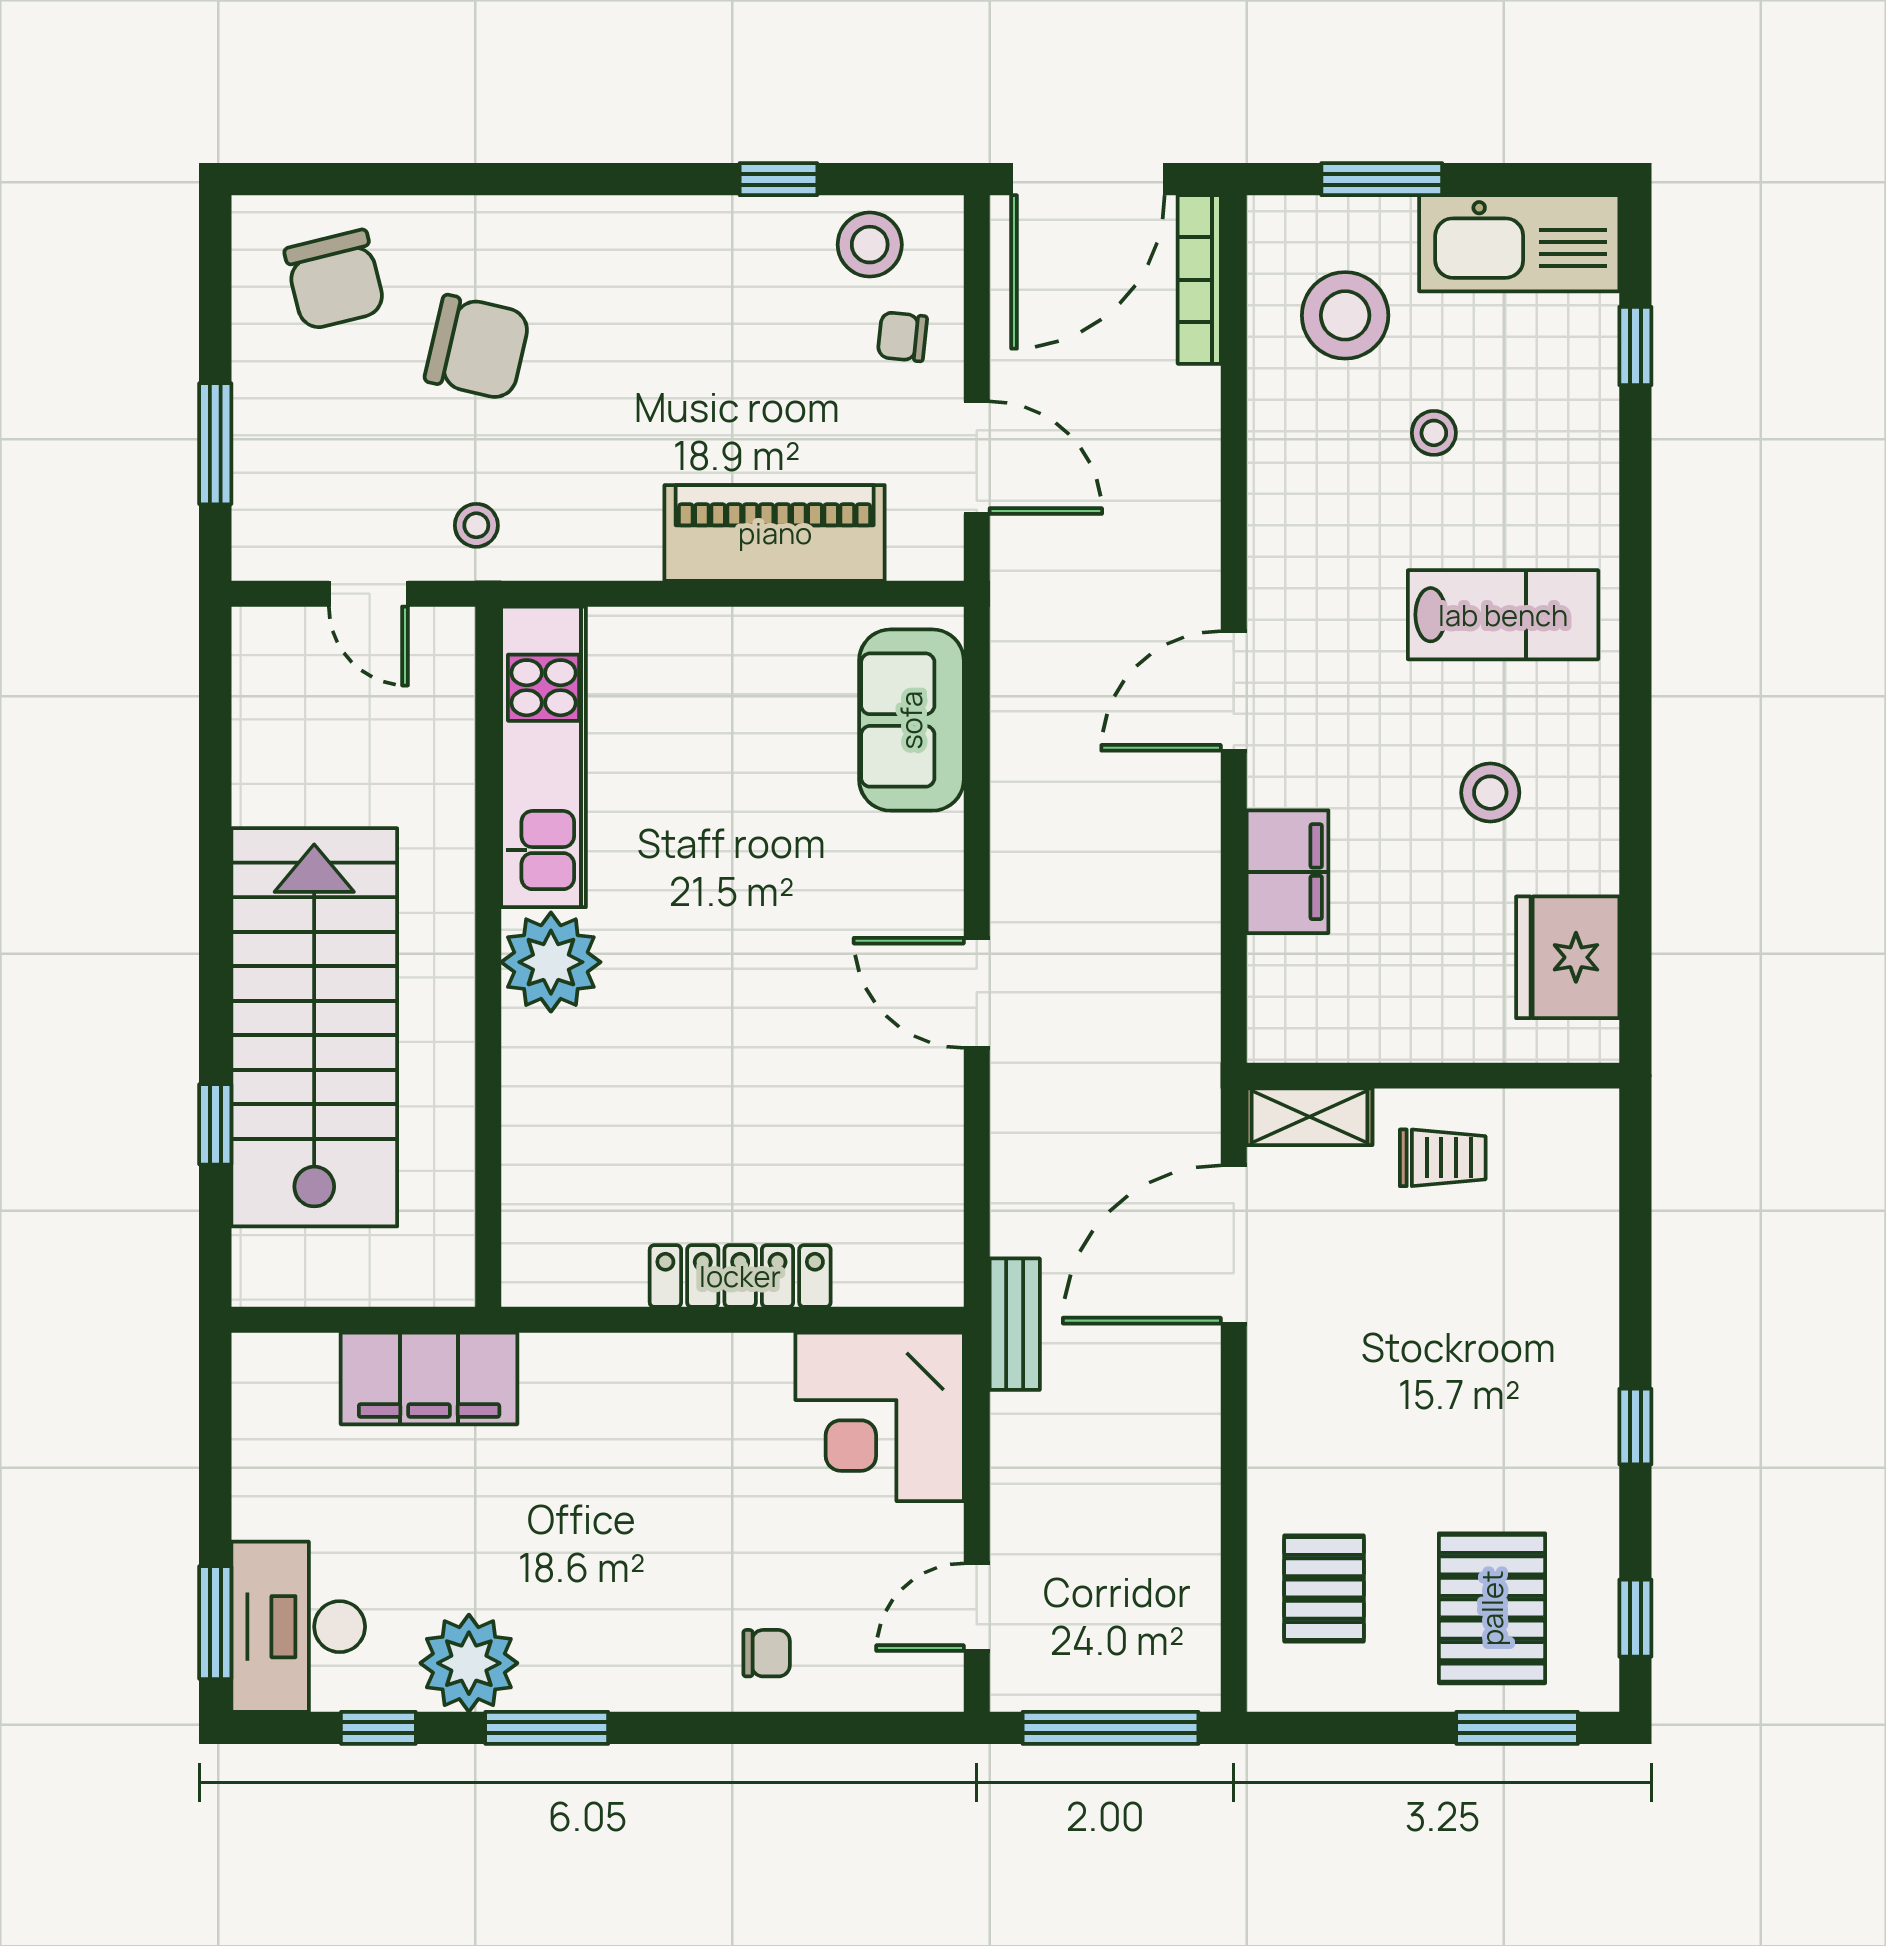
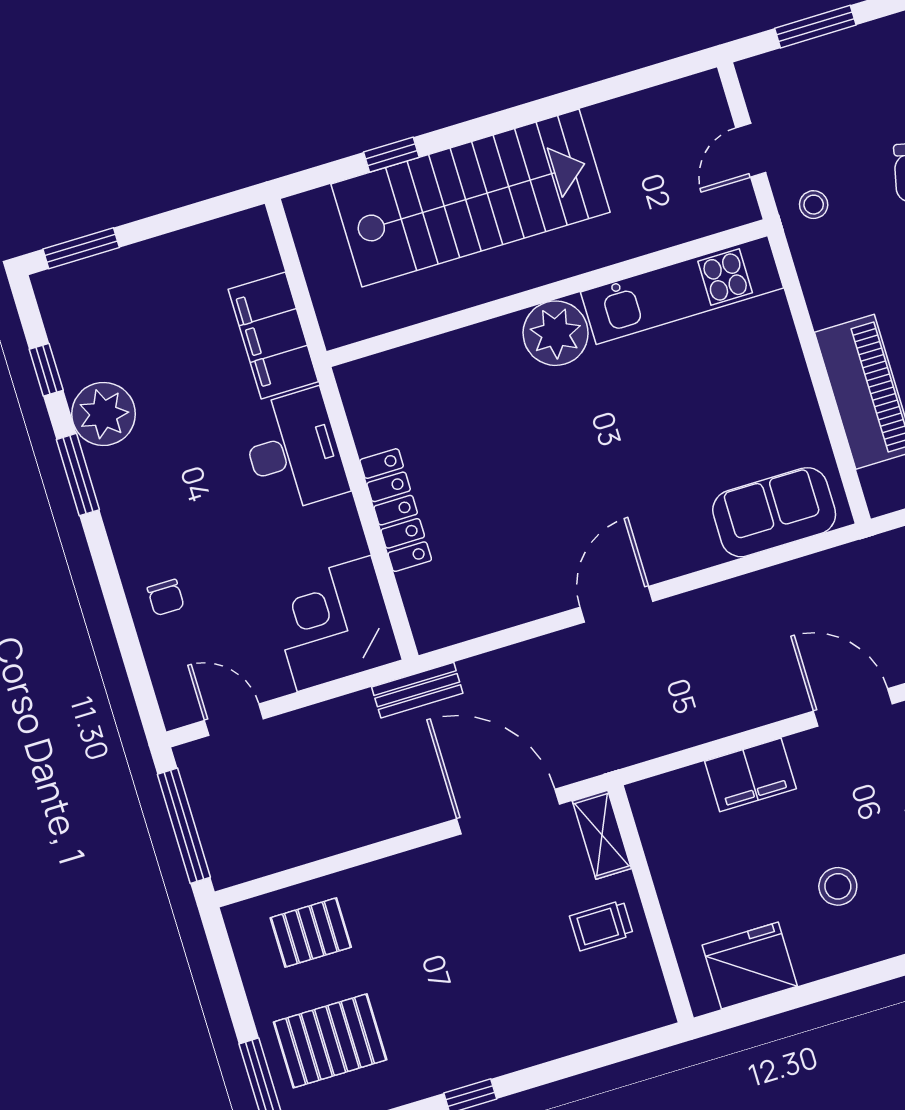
trolley: (1443, 1158) -> (601, 925), turned 90
desk: (298, 1627) -> (294, 451), moved, turned 90

